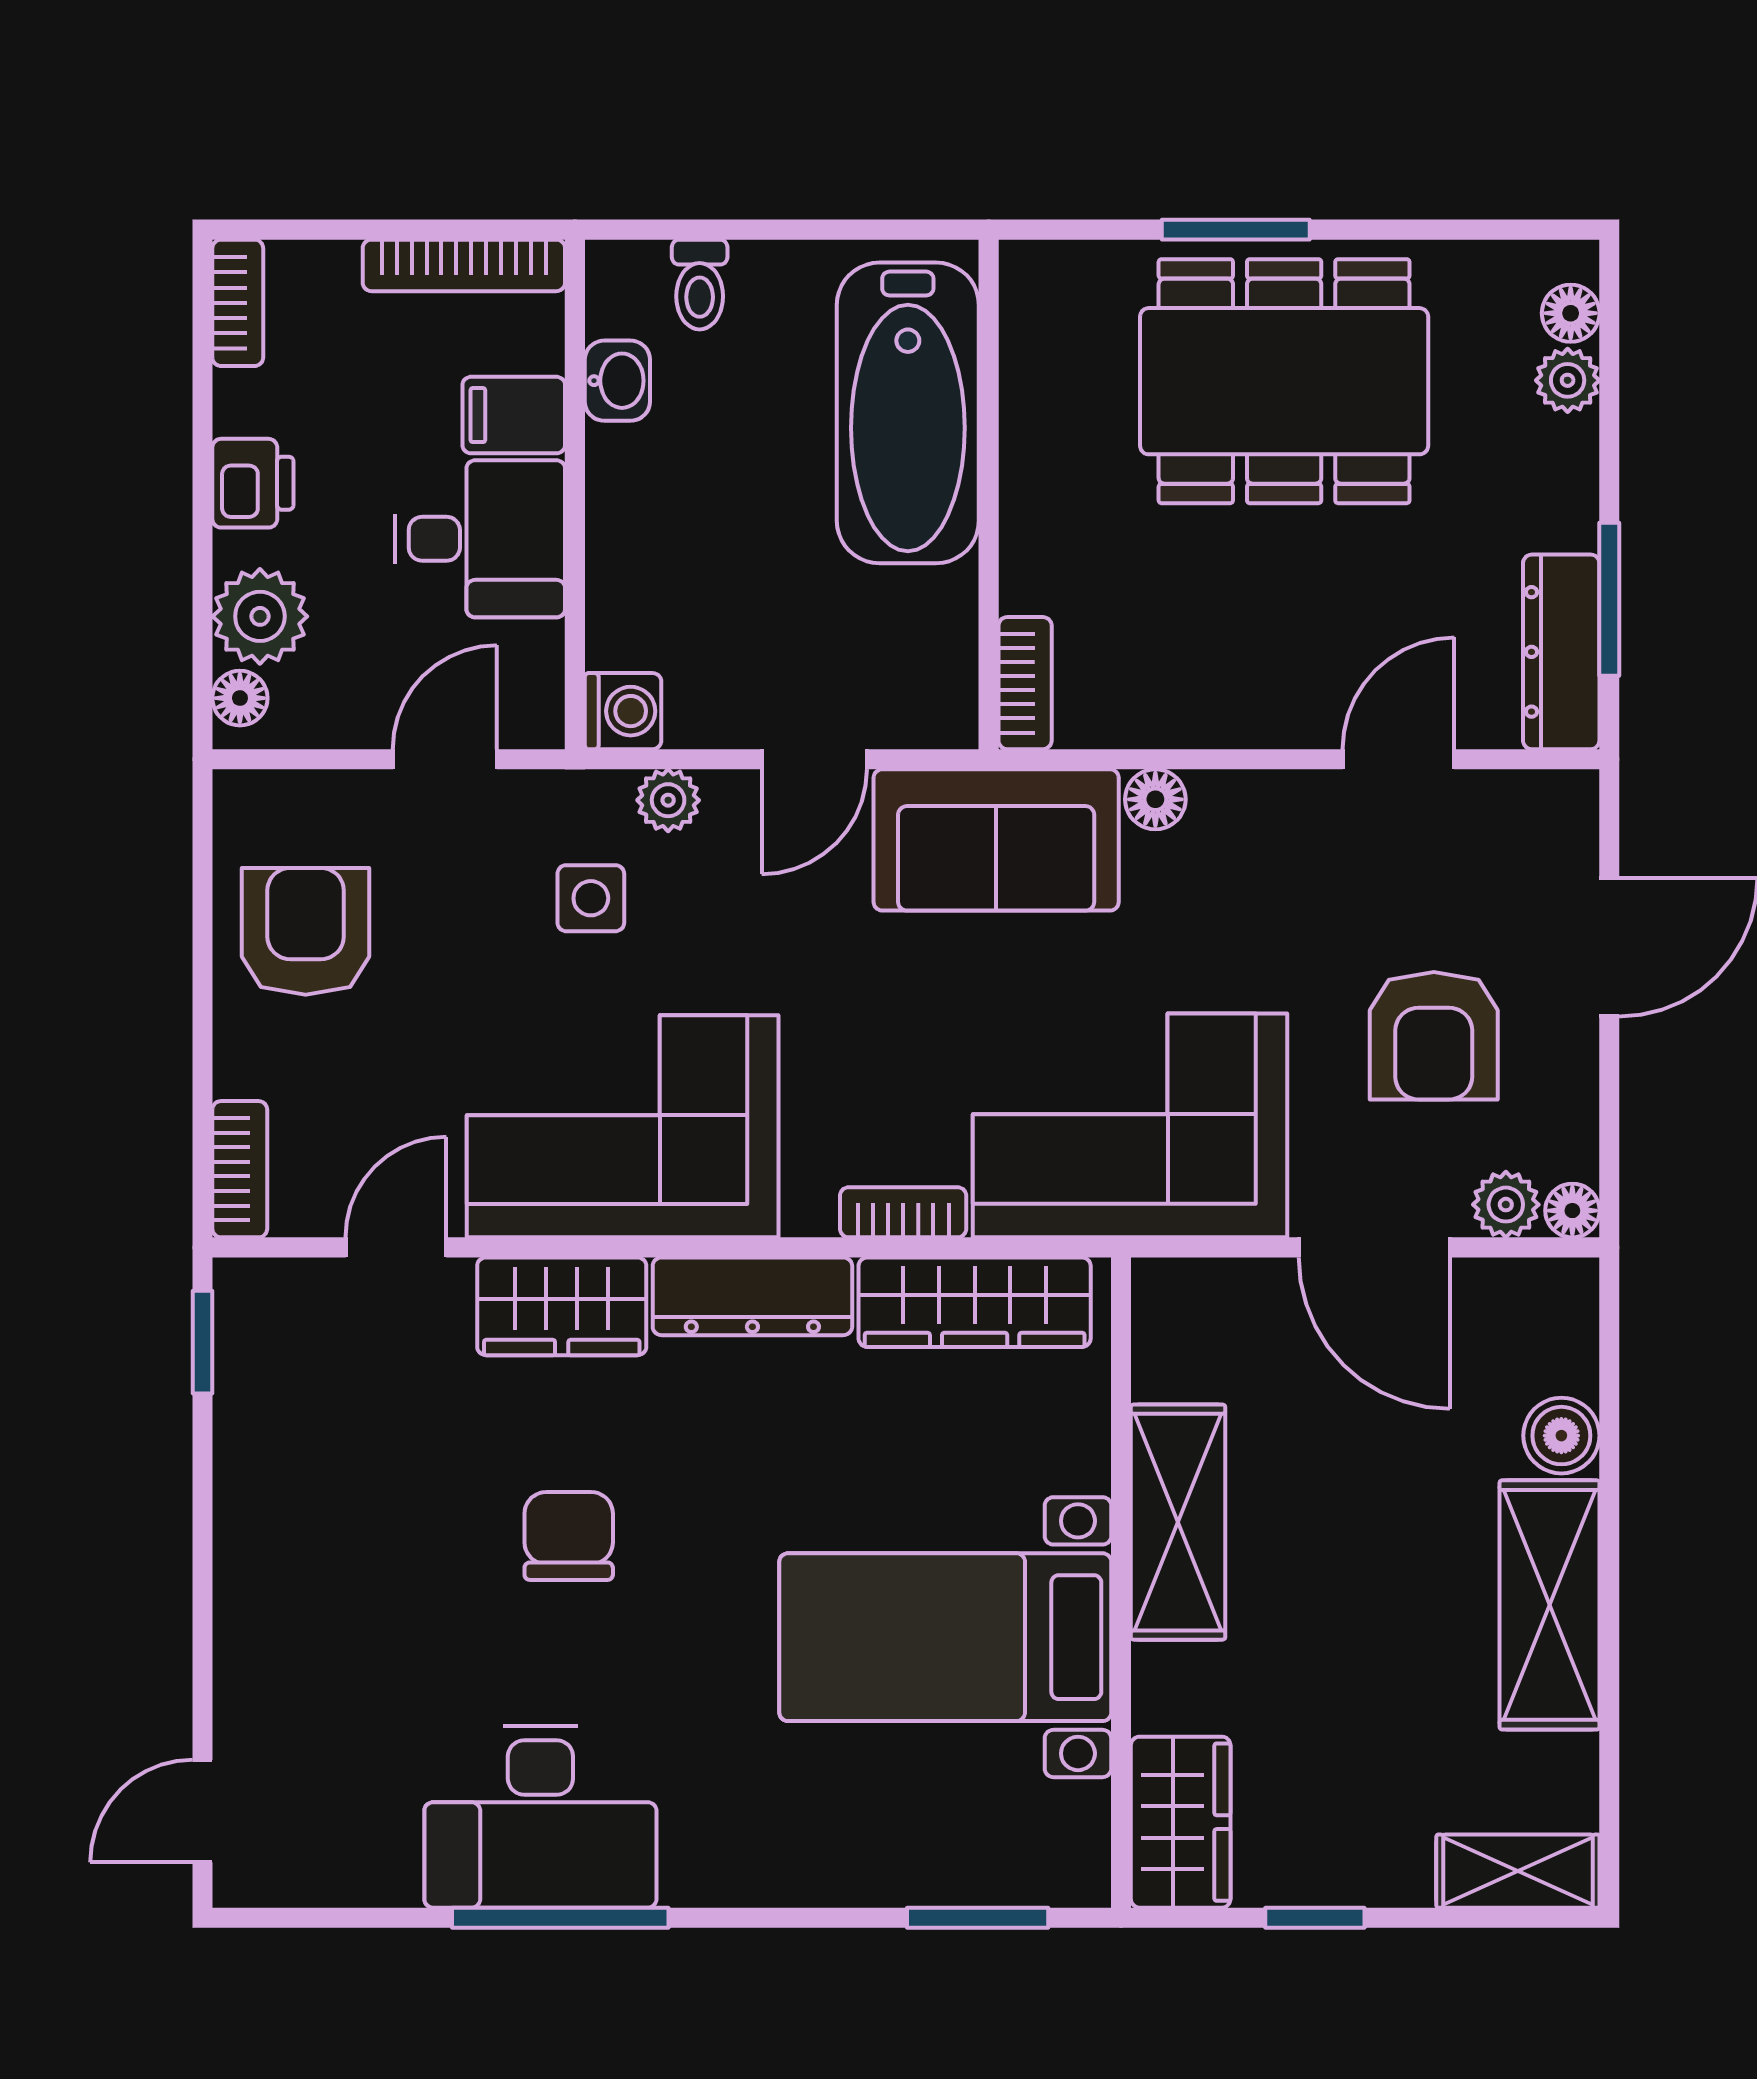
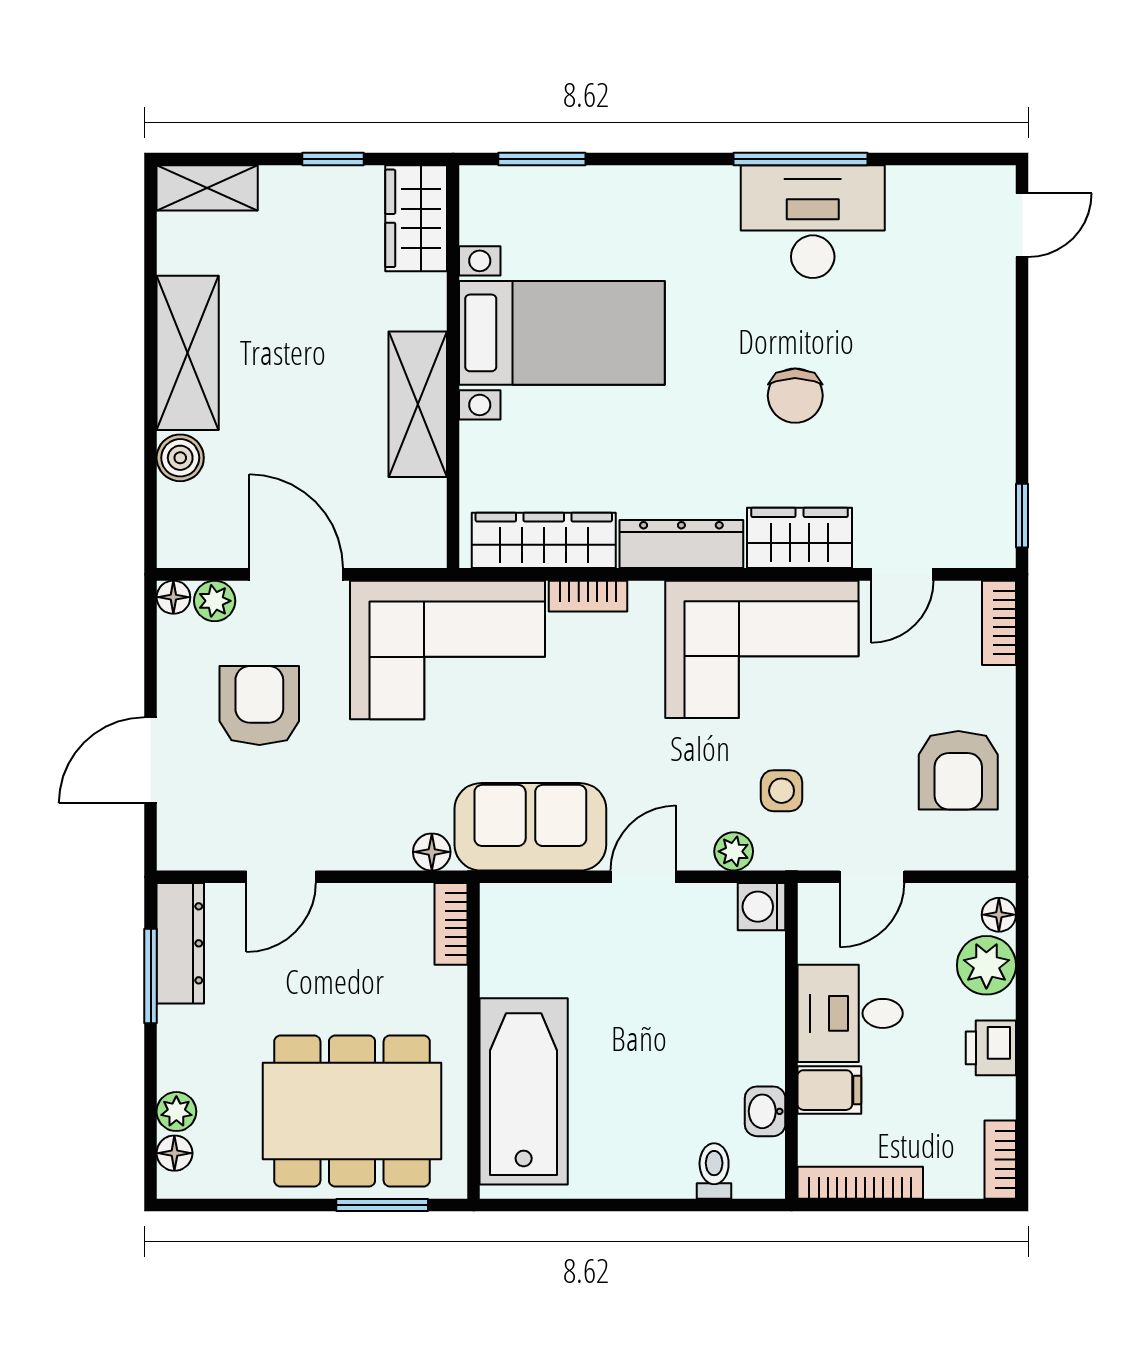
bathtub: (908, 413) -> (524, 1091), moved
wall: (989, 494) -> (474, 1041), moved
bookcase: (1025, 683) -> (451, 924), moved

